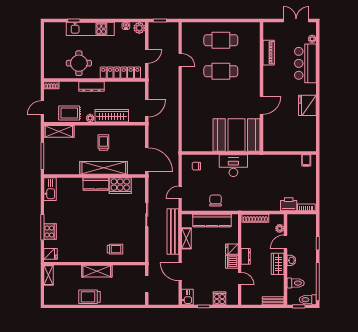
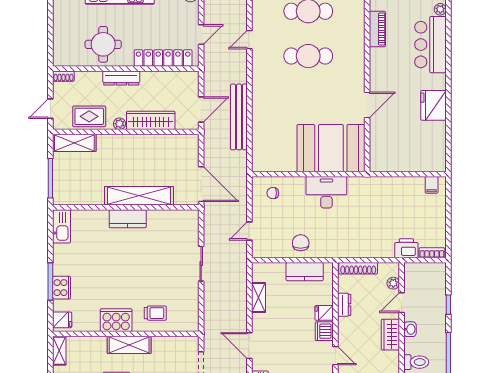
door: (180, 60) -> (249, 40), swing flipped
trolley: (103, 143) -> (139, 159), removed
cooker: (120, 186) -> (116, 320), moved, turned 180
kitchen counter: (212, 220) -> (305, 272), width x0.67
bench: (173, 231) -> (239, 117), moved
dresser: (246, 256) -> (344, 305), moved

